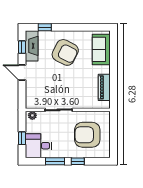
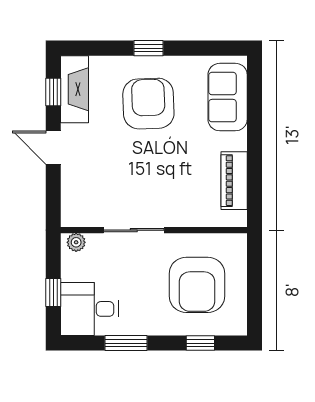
window: (45, 27) -> (149, 48), moved
armchair: (65, 52) -> (148, 104), turned -119
armchair: (87, 135) -> (197, 285), turned -90
window: (78, 161) -> (200, 343), moved

